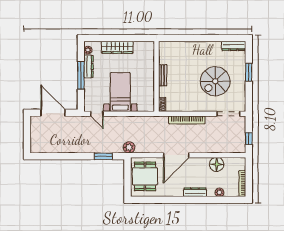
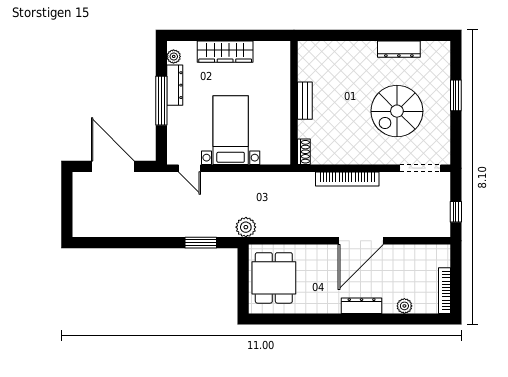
dresser: (234, 46) -> (399, 49), moved
door: (176, 155) -> (361, 241), moved
floor lamp: (217, 164) -> (399, 257), removed

